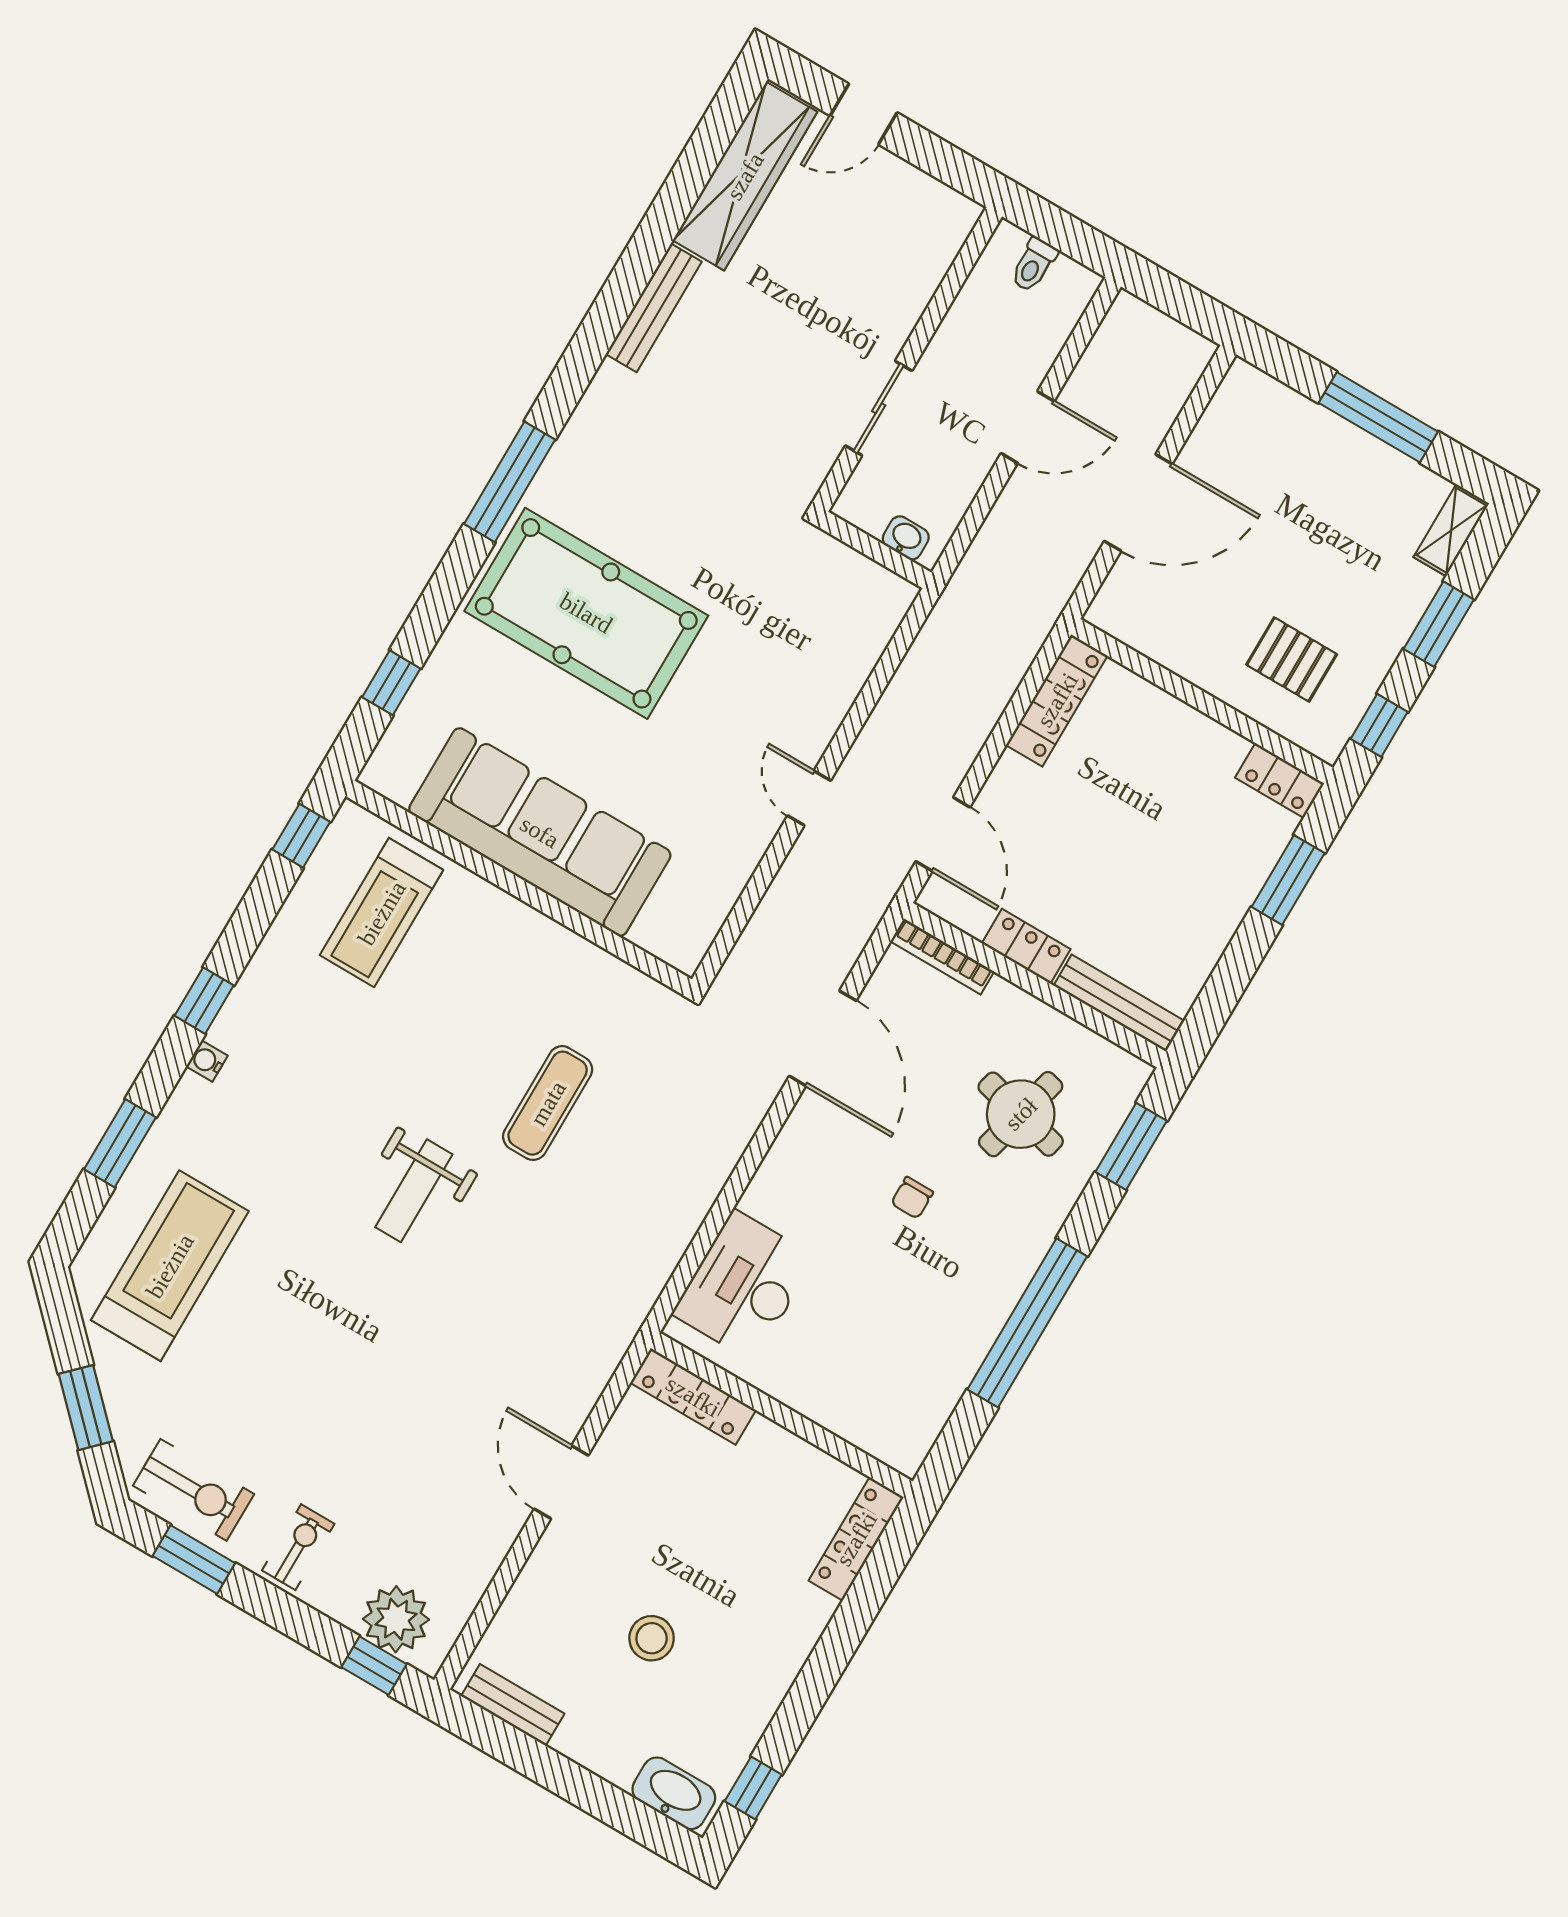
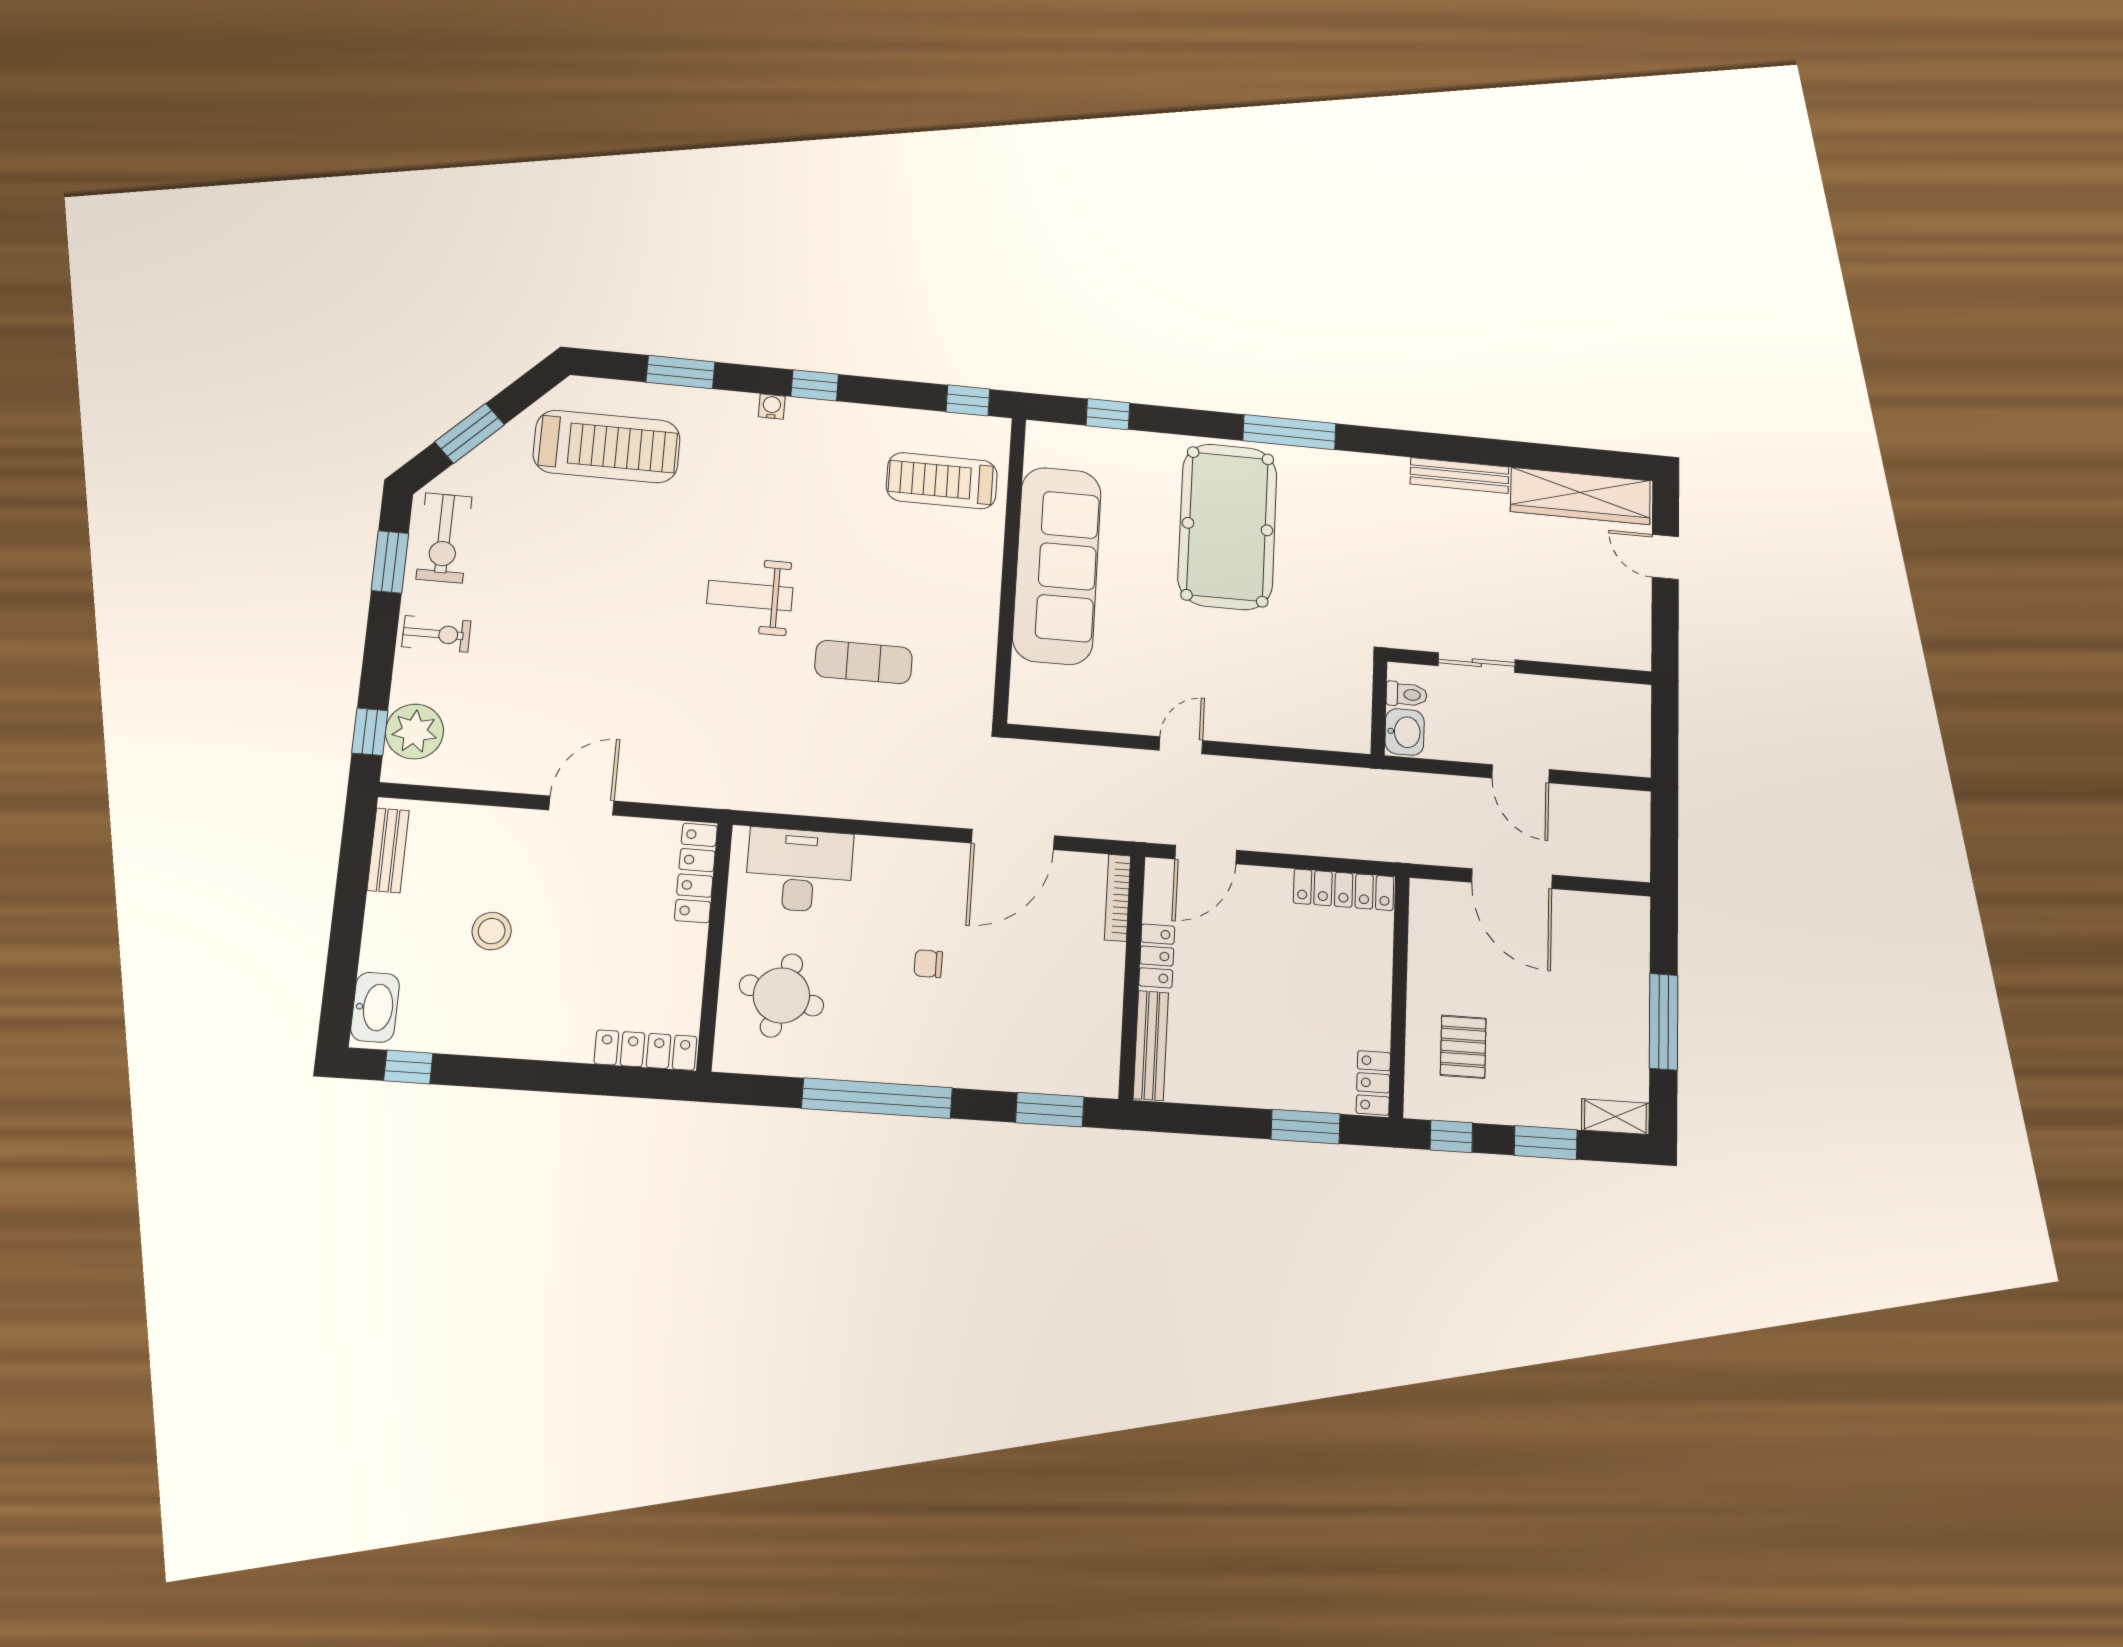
toilet: (1034, 265) -> (1407, 694), moved, turned 180
washbasin: (906, 538) -> (1405, 732), width x1.38, depth x1.45
round table: (1021, 1114) -> (781, 995), moved

